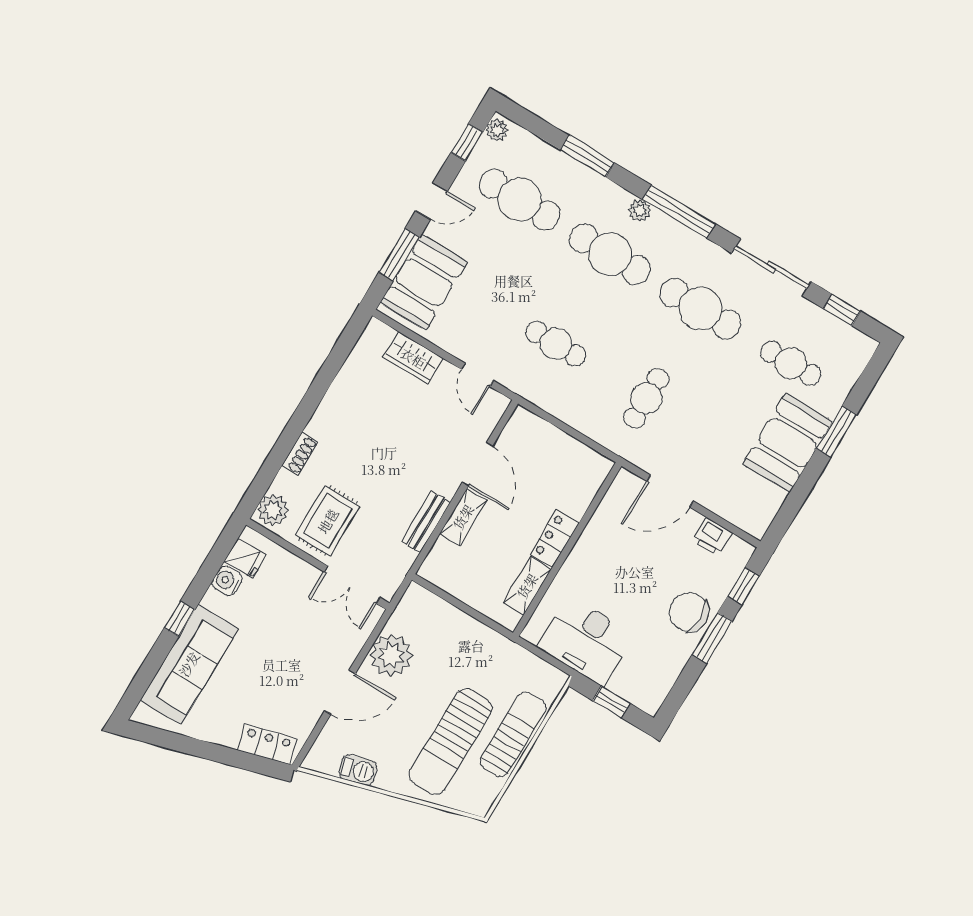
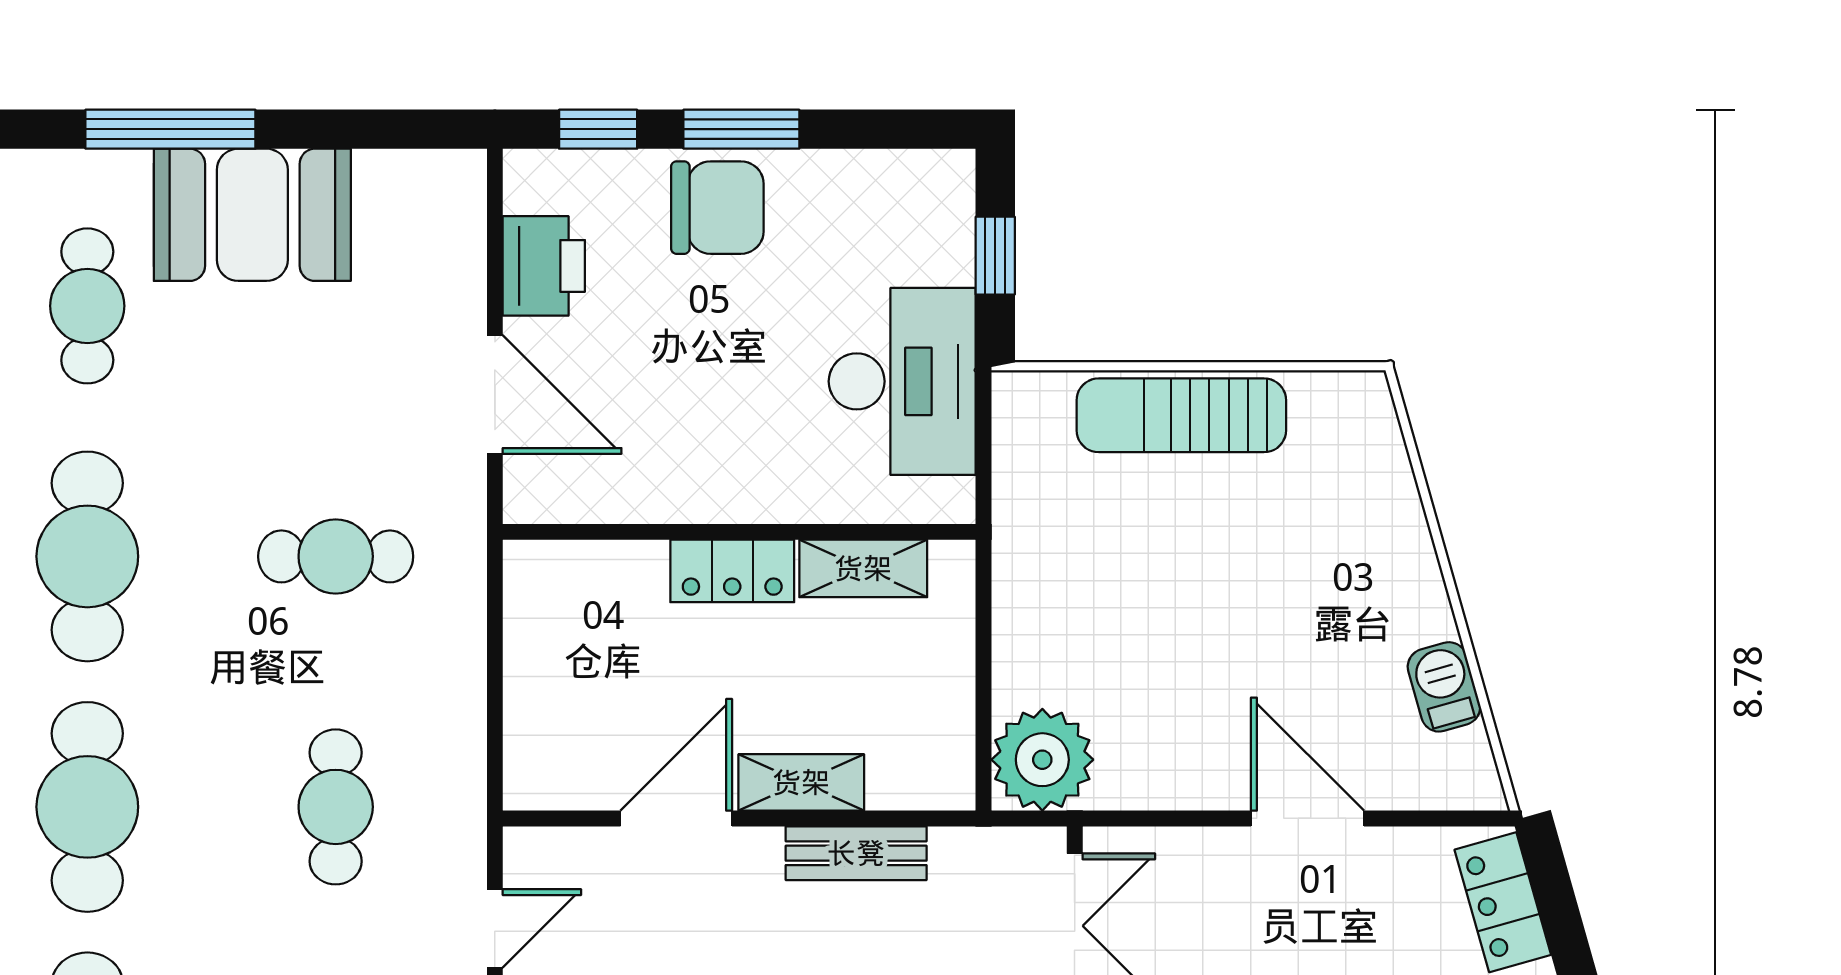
window: (836, 432) -> (170, 129), width x1.44
printer: (712, 537) -> (544, 266), width x1.36, depth x1.24
chair: (689, 612) -> (717, 208), turned -90
plant: (391, 655) -> (1042, 760), moved
sun lounger: (451, 742) -> (1273, 533), removed

